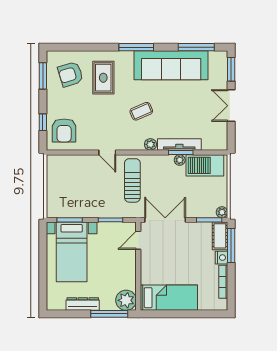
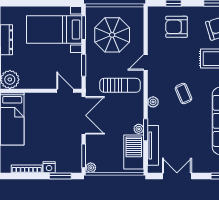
double door: (231, 106) -> (177, 176), moved
armchair: (64, 130) -> (177, 27), moved
tv unit: (179, 144) -> (153, 145), moved
parasol: (78, 189) -> (112, 35), added
cot: (220, 236) -> (69, 166), removed
window: (231, 245) -> (60, 176), width x0.69

